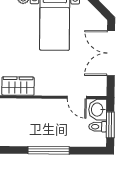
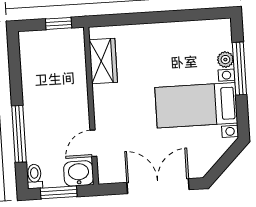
toilet: (98, 127) -> (34, 176), moved
window: (49, 150) -> (19, 134), moved

